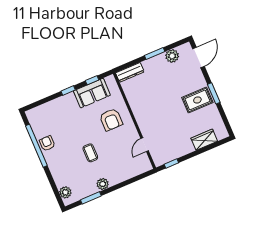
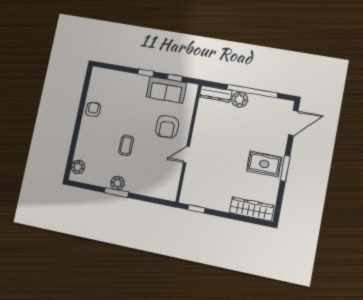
window: (155, 54) -> (252, 91), width x2.11
plant: (172, 56) -> (240, 100), moved
wardrobe: (204, 140) -> (252, 209), width x1.50
door: (145, 145) -> (186, 155), moved
window: (36, 146) -> (82, 105), removed
window: (91, 198) -> (116, 193), moved

